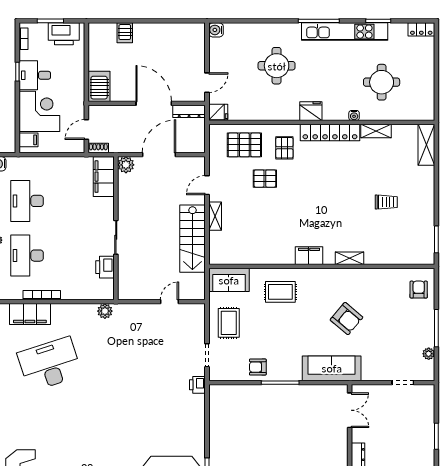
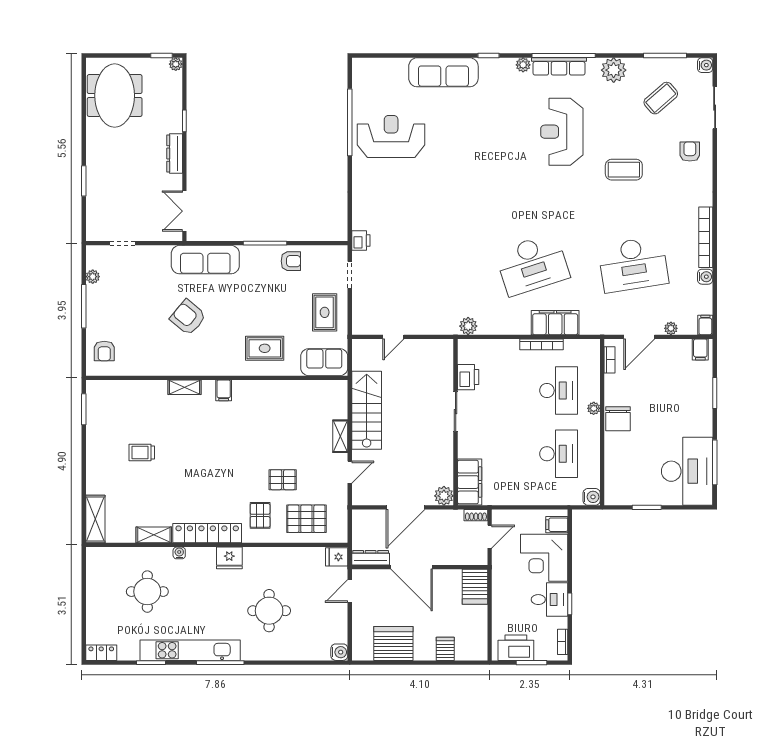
server rack: (169, 37) -> (393, 643), added
filing cabinet: (309, 256) -> (224, 390), width x0.50

